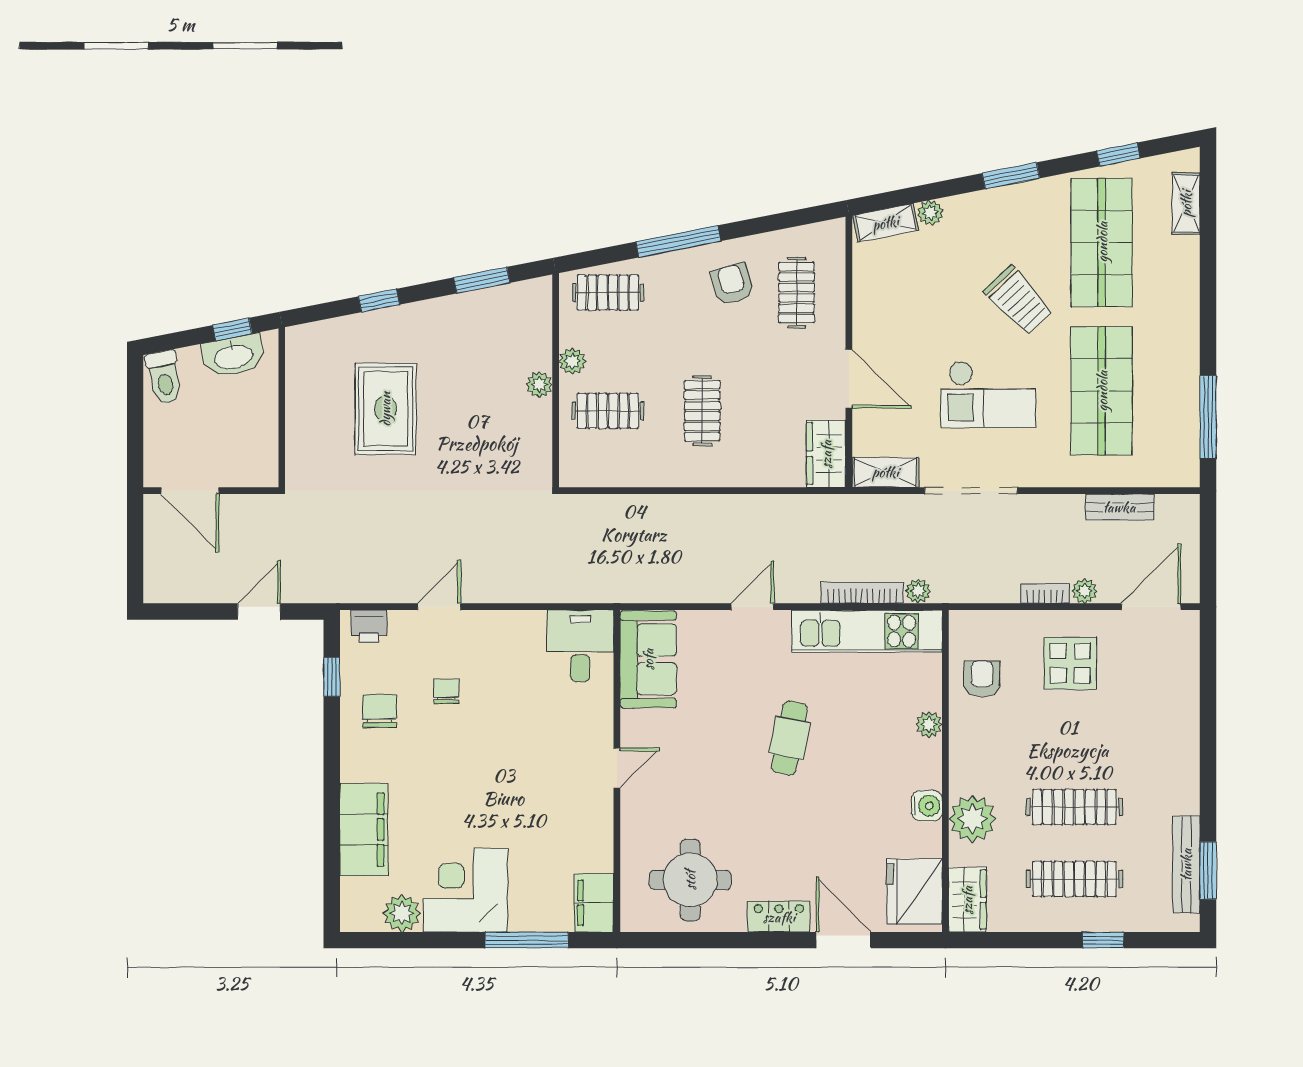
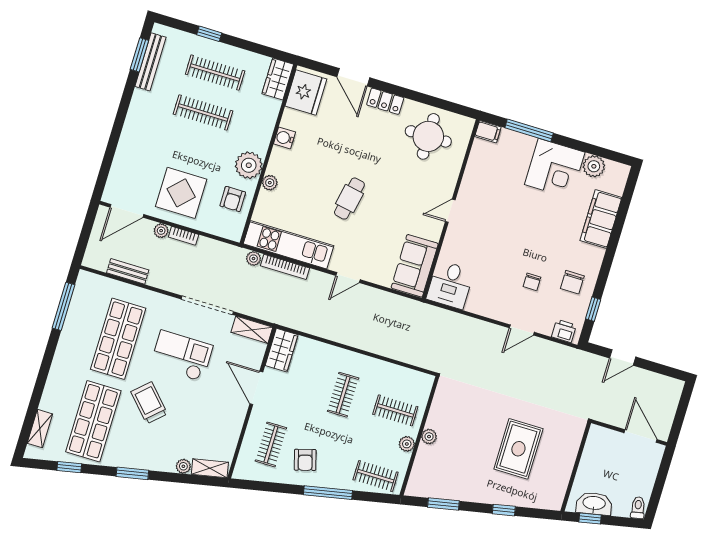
toilet: (164, 377) -> (638, 508), width x0.73, depth x0.72
display table: (1070, 663) -> (181, 193), width x1.36, depth x1.36
plant: (972, 819) -> (249, 165), moved
filing cabinet: (594, 903) -> (488, 132), width x0.50

